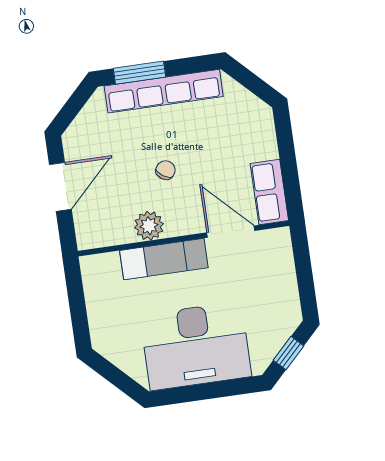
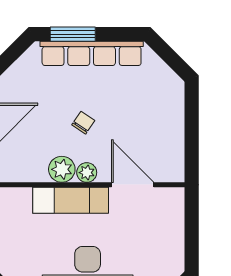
row of seats: (269, 192) -> (171, 155), removed
plant: (177, 225) -> (87, 173), added

